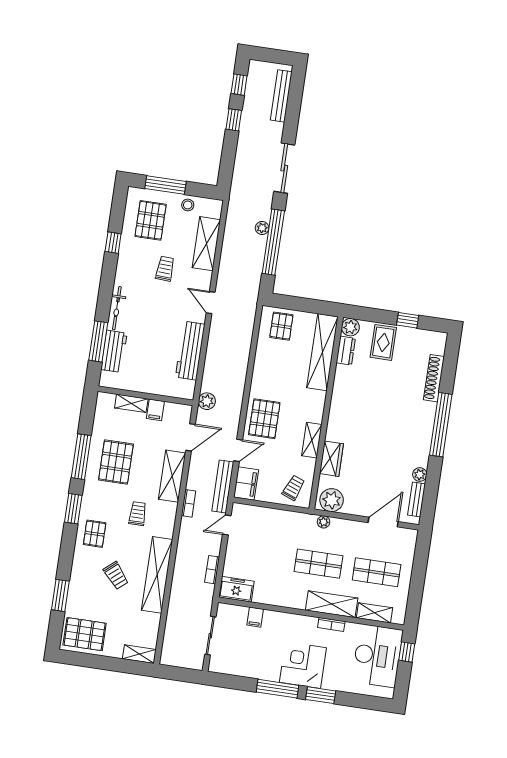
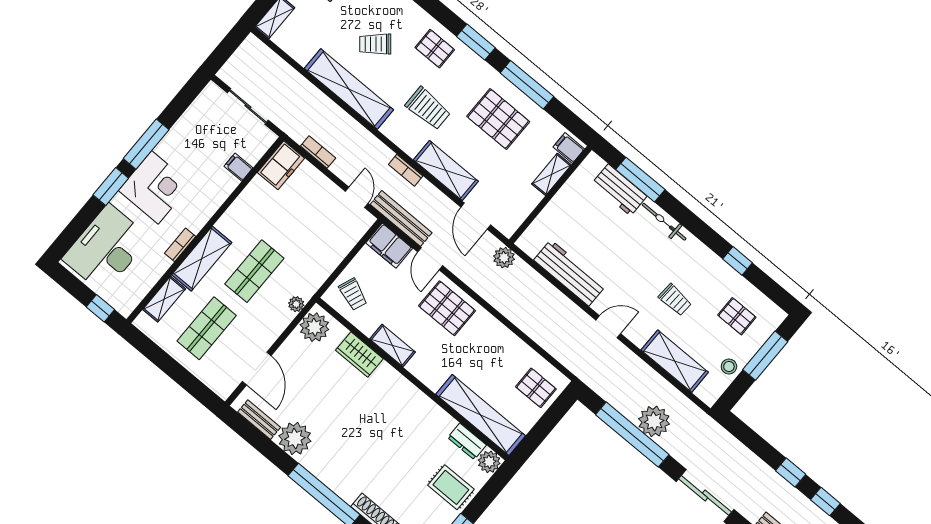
pallet: (151, 220) -> (737, 316), width x0.67, depth x0.71
plant: (262, 228) -> (654, 421), width x1.88, depth x1.88
filing cabinet: (155, 410) -> (569, 148), moved
plant: (420, 475) -> (295, 439), width x1.87, depth x1.87
trolley: (138, 514) -> (428, 108), width x1.36, depth x1.39
desk: (377, 656) -> (106, 248), moved, turned 90

